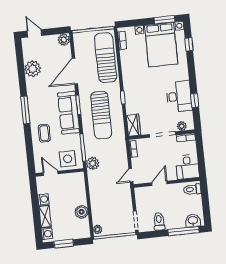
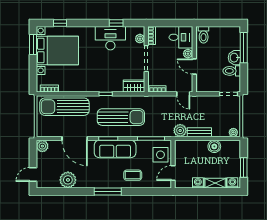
plant: (93, 163) -> (180, 130), moved
plant: (172, 176) -> (188, 54), added
bench: (94, 195) -> (199, 132), added
washbasin: (193, 221) -> (234, 58), moved

